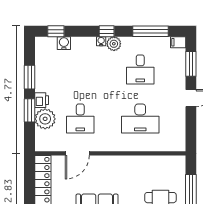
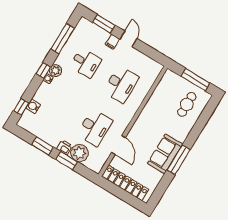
filing cabinet: (178, 42) -> (112, 42), moved
desk: (80, 119) -> (95, 128), width x1.37

